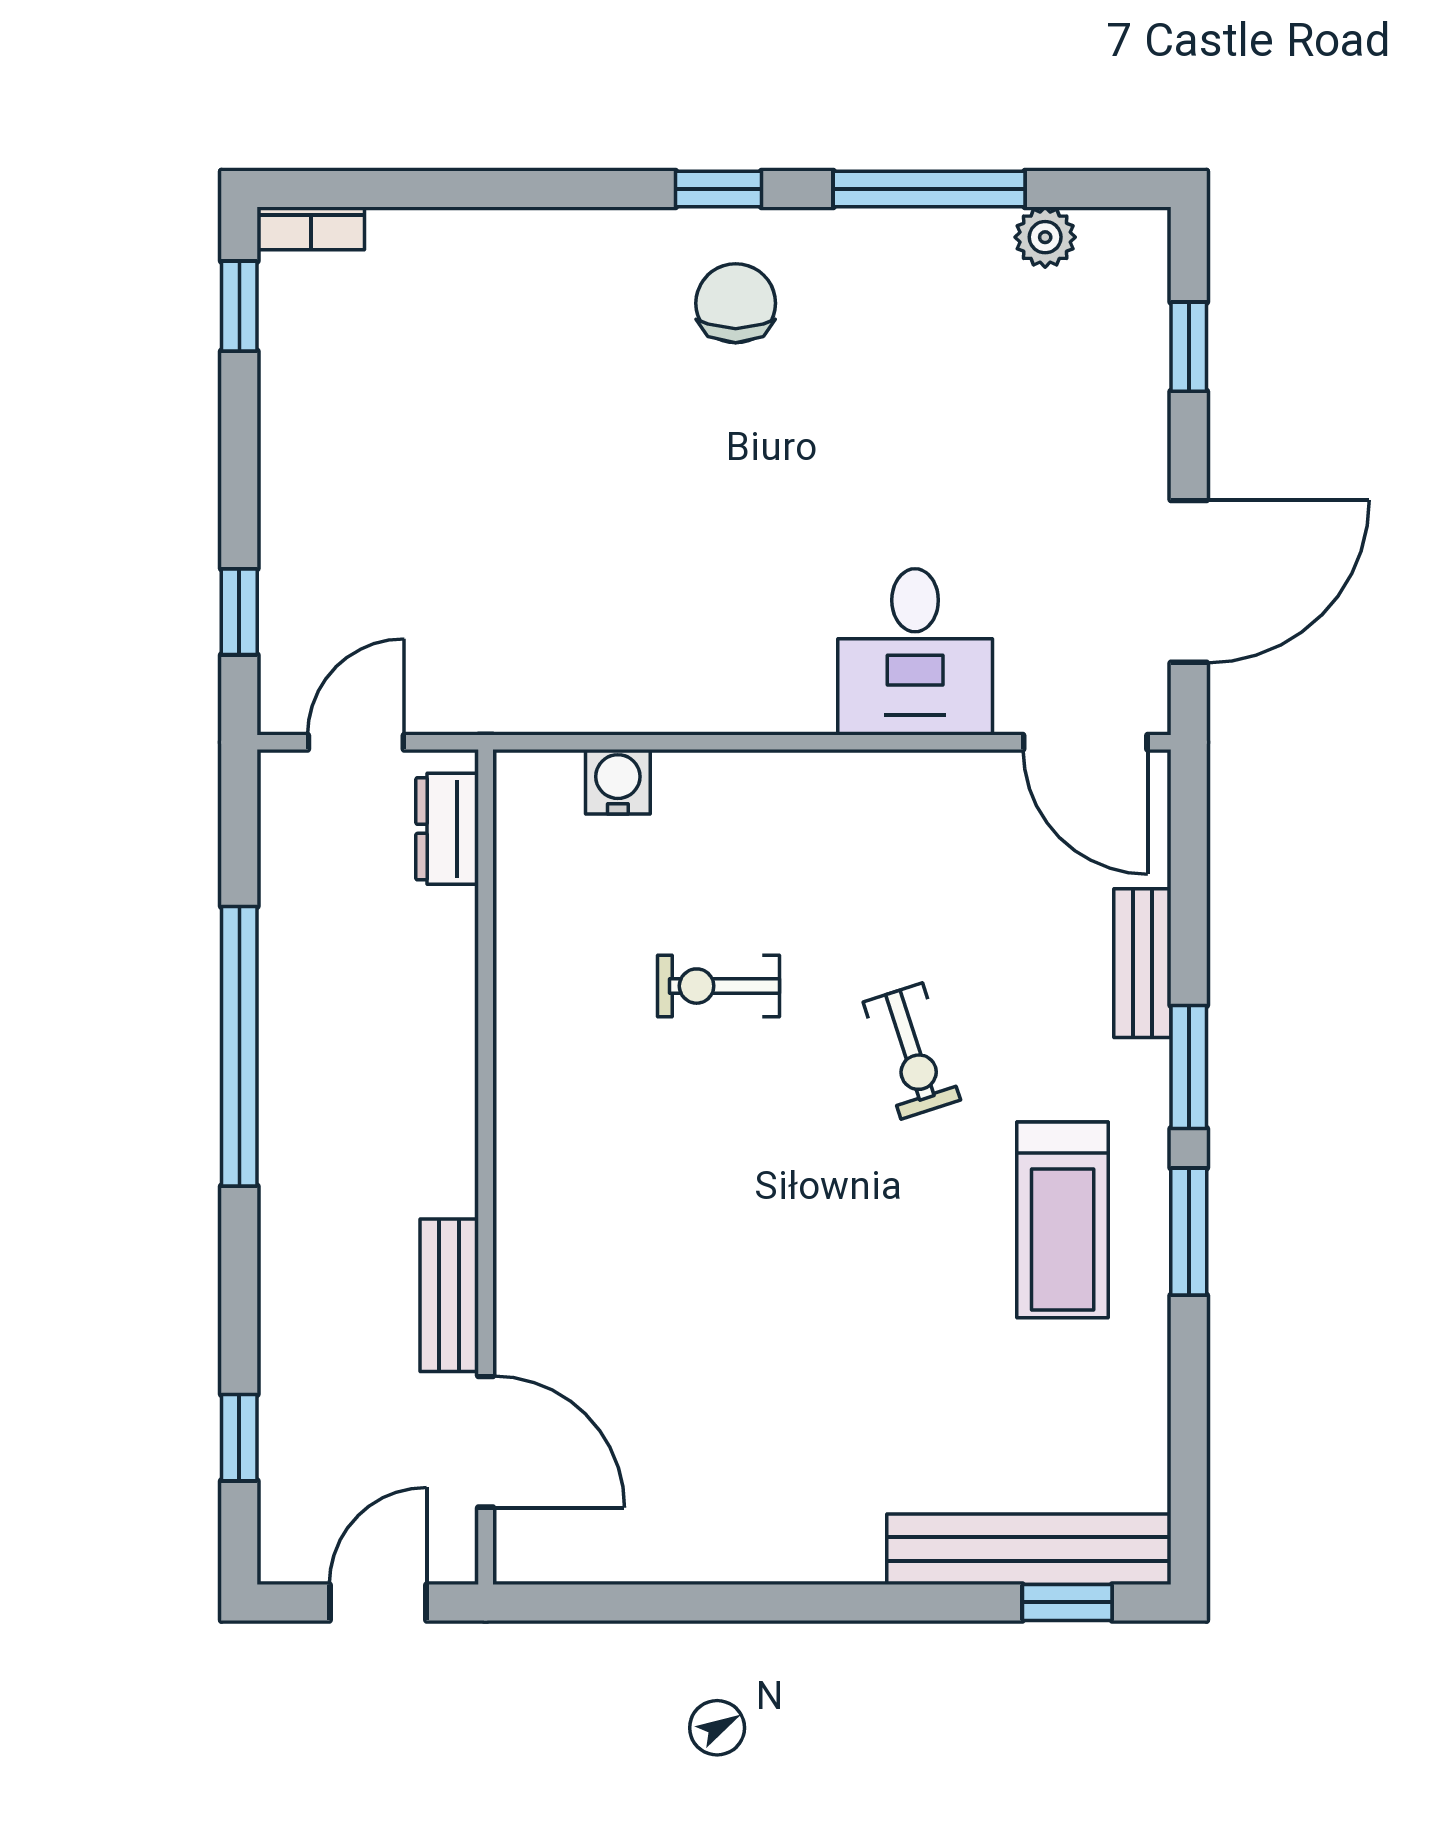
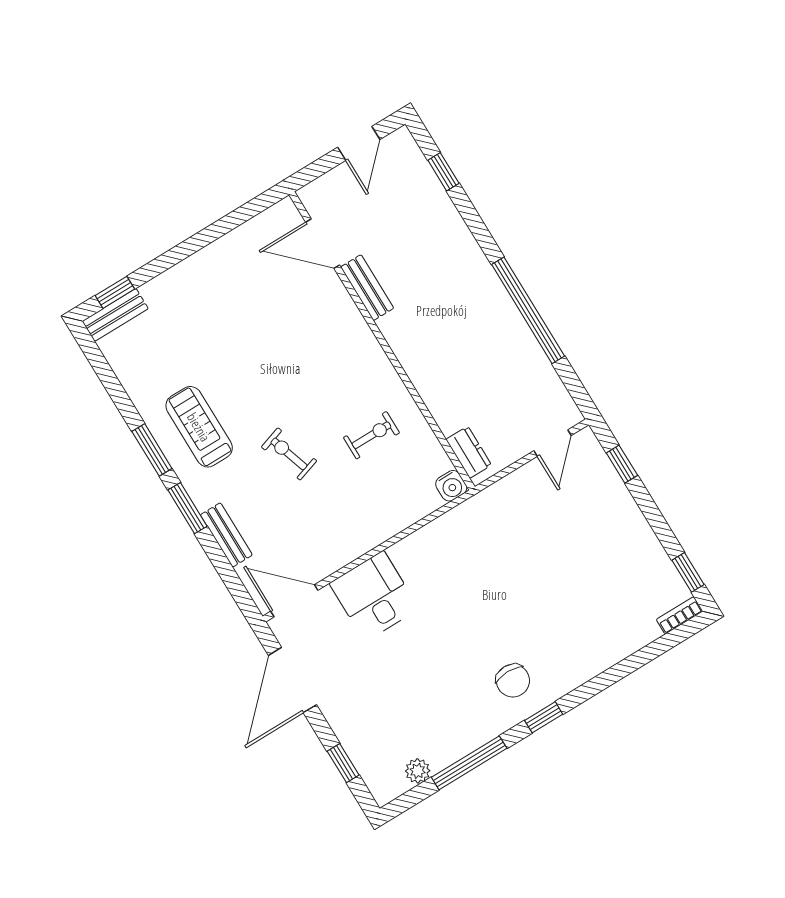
dresser: (447, 829) -> (469, 452), moved
wall: (486, 1167) -> (382, 341), moved
bench: (449, 1295) -> (367, 288), moved
door: (486, 1442) -> (323, 244), moved
bench: (1029, 1549) -> (115, 315), width x0.54, depth x0.82

